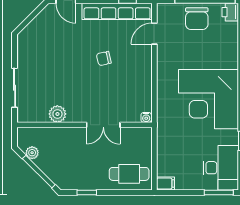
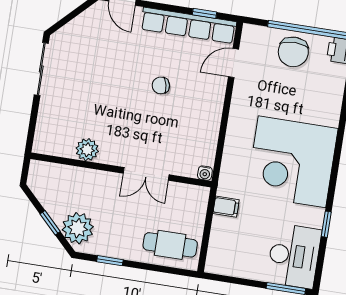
sliding door: (15, 88) -> (41, 69), moved
plant: (32, 153) -> (78, 228), moved, width x1.87, depth x1.87
window: (39, 172) -> (50, 223), width x0.46
filing cabinet: (166, 183) -> (226, 207), moved

